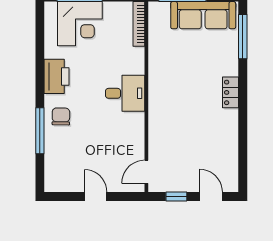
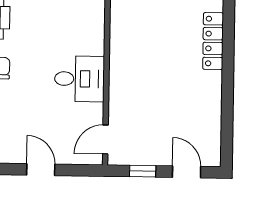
locker: (231, 92) -> (213, 41), width x1.53
desk: (125, 93) -> (80, 79), moved

